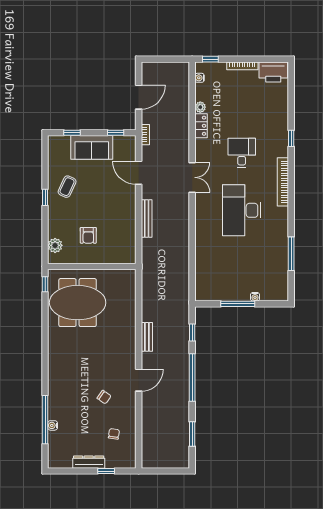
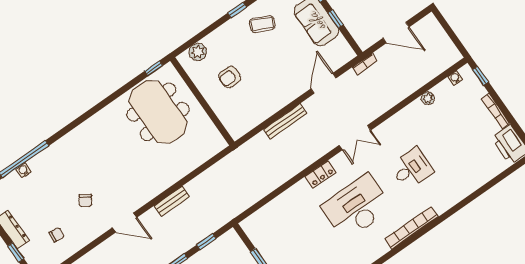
locker: (201, 126) -> (321, 174), moved
window: (116, 133) -> (335, 19), moved
window: (291, 138) -> (459, 206), removed

